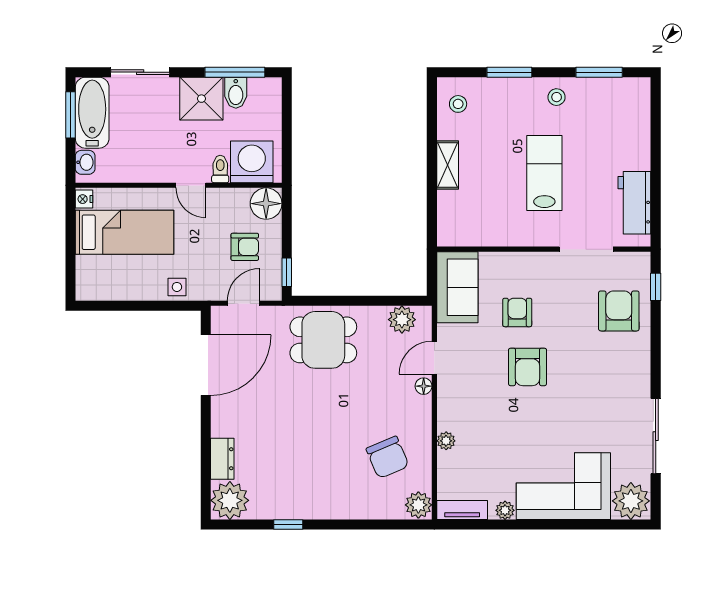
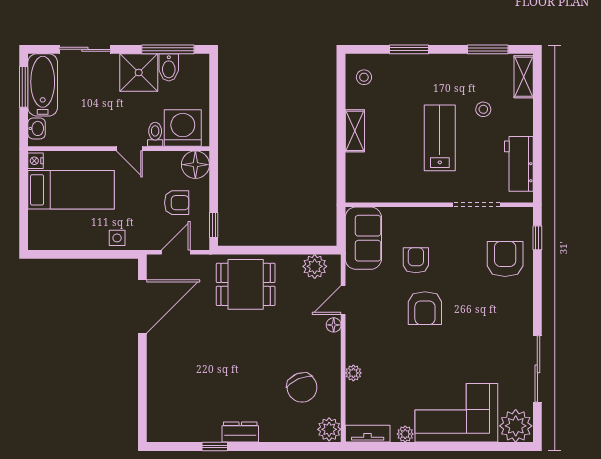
stool: (557, 97) -> (483, 109), moved
shelving: (640, 103) -> (524, 77), added
dresser: (222, 459) -> (240, 432), moved, turned -90
plant: (230, 500) -> (164, 425), removed

